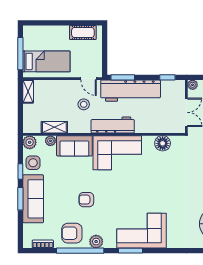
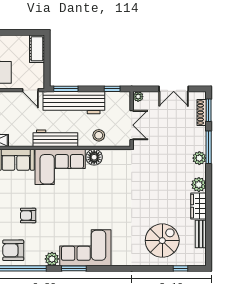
cot: (83, 33) -> (37, 49), moved, turned 90
stool: (84, 104) -> (99, 135), moved
floor lamp: (163, 143) -> (94, 157), moved
plant: (96, 242) -> (52, 259), moved

